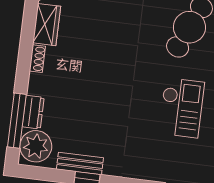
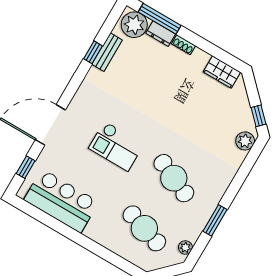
shoe rack: (37, 59) -> (183, 45), moved

